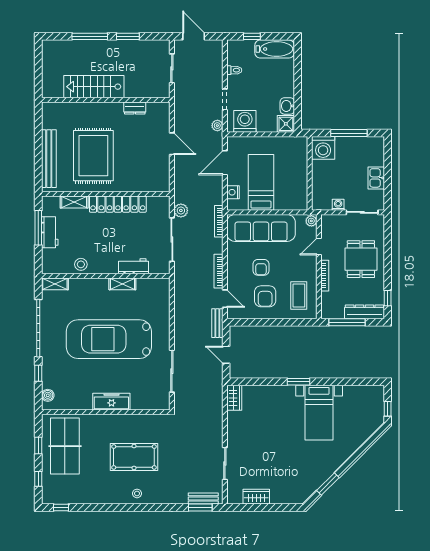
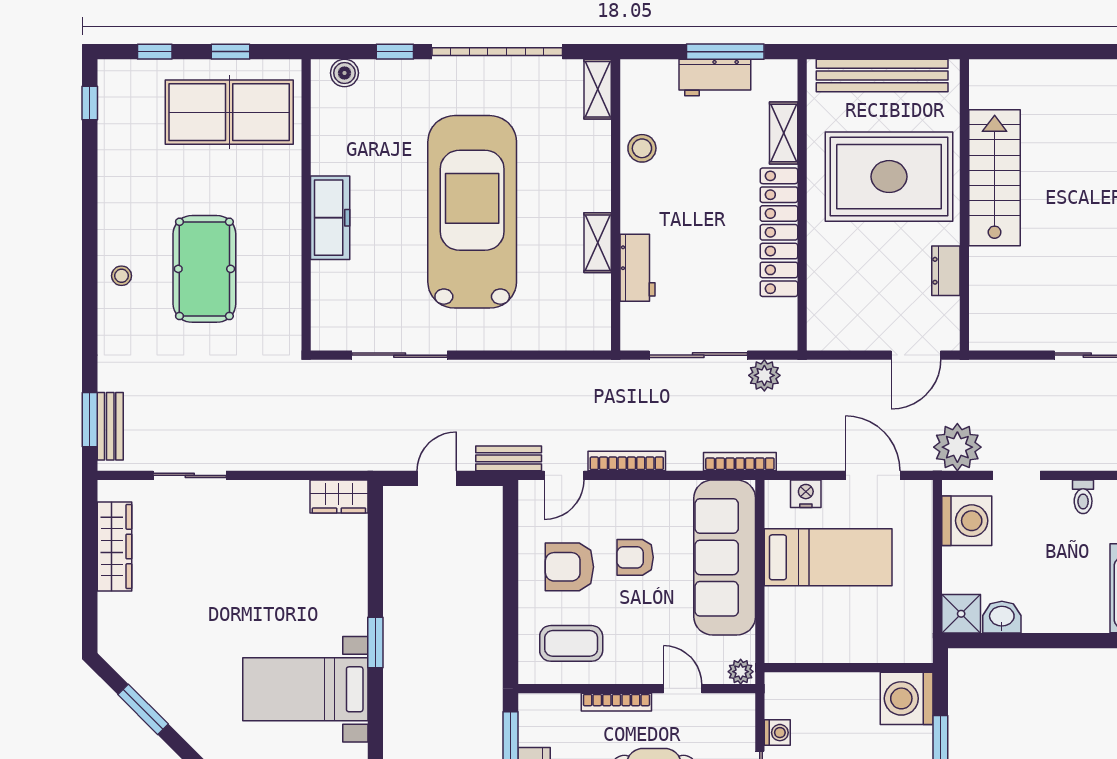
stairs: (94, 87) -> (995, 178), moved
wall: (106, 100) -> (964, 205), moved
dresser: (135, 108) -> (946, 271), moved
plant: (217, 126) -> (957, 447), width x1.87, depth x1.87
wardrobe: (256, 497) -> (114, 546), width x1.50

